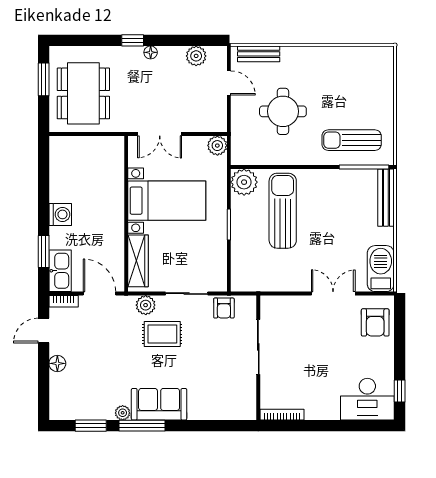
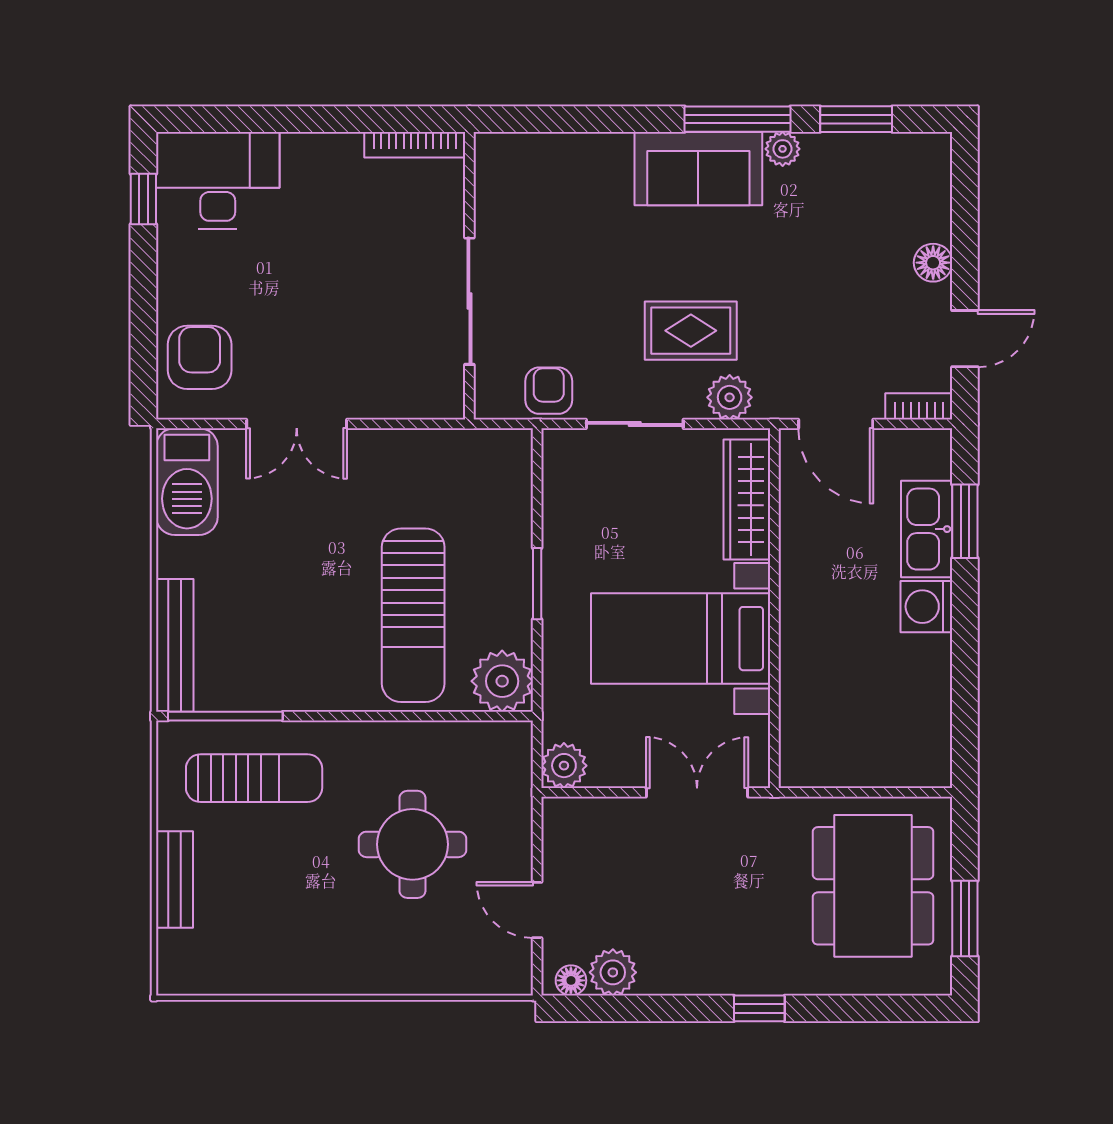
floor lamp: (151, 52) -> (571, 980), moved
bench: (259, 54) -> (175, 880), moved, turned 90
kitchen sink: (60, 271) -> (927, 529), moved

